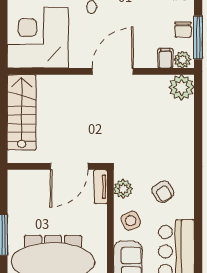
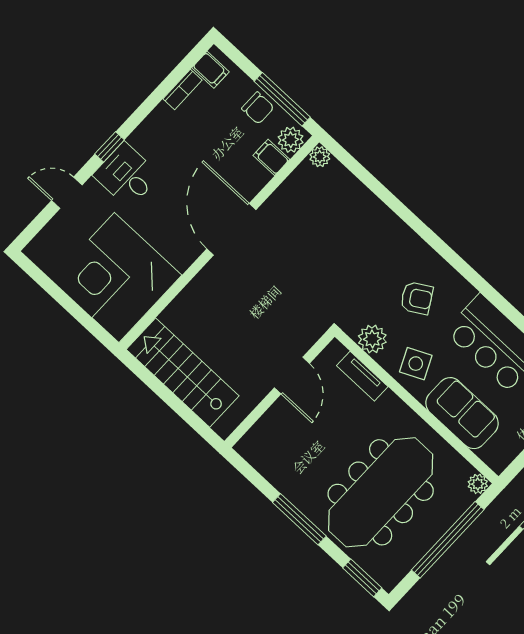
plant: (181, 87) -> (320, 157), width x0.53, depth x0.53
door: (69, 166) -> (292, 376), width x0.73
tv unit: (101, 187) -> (362, 376), moved

